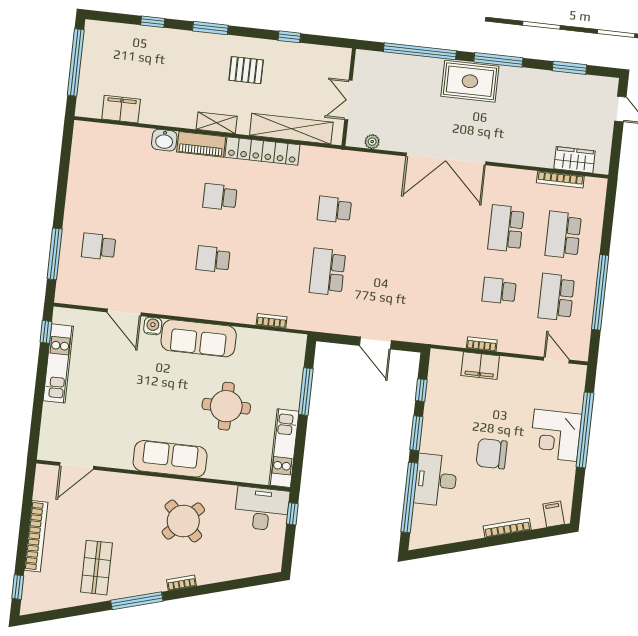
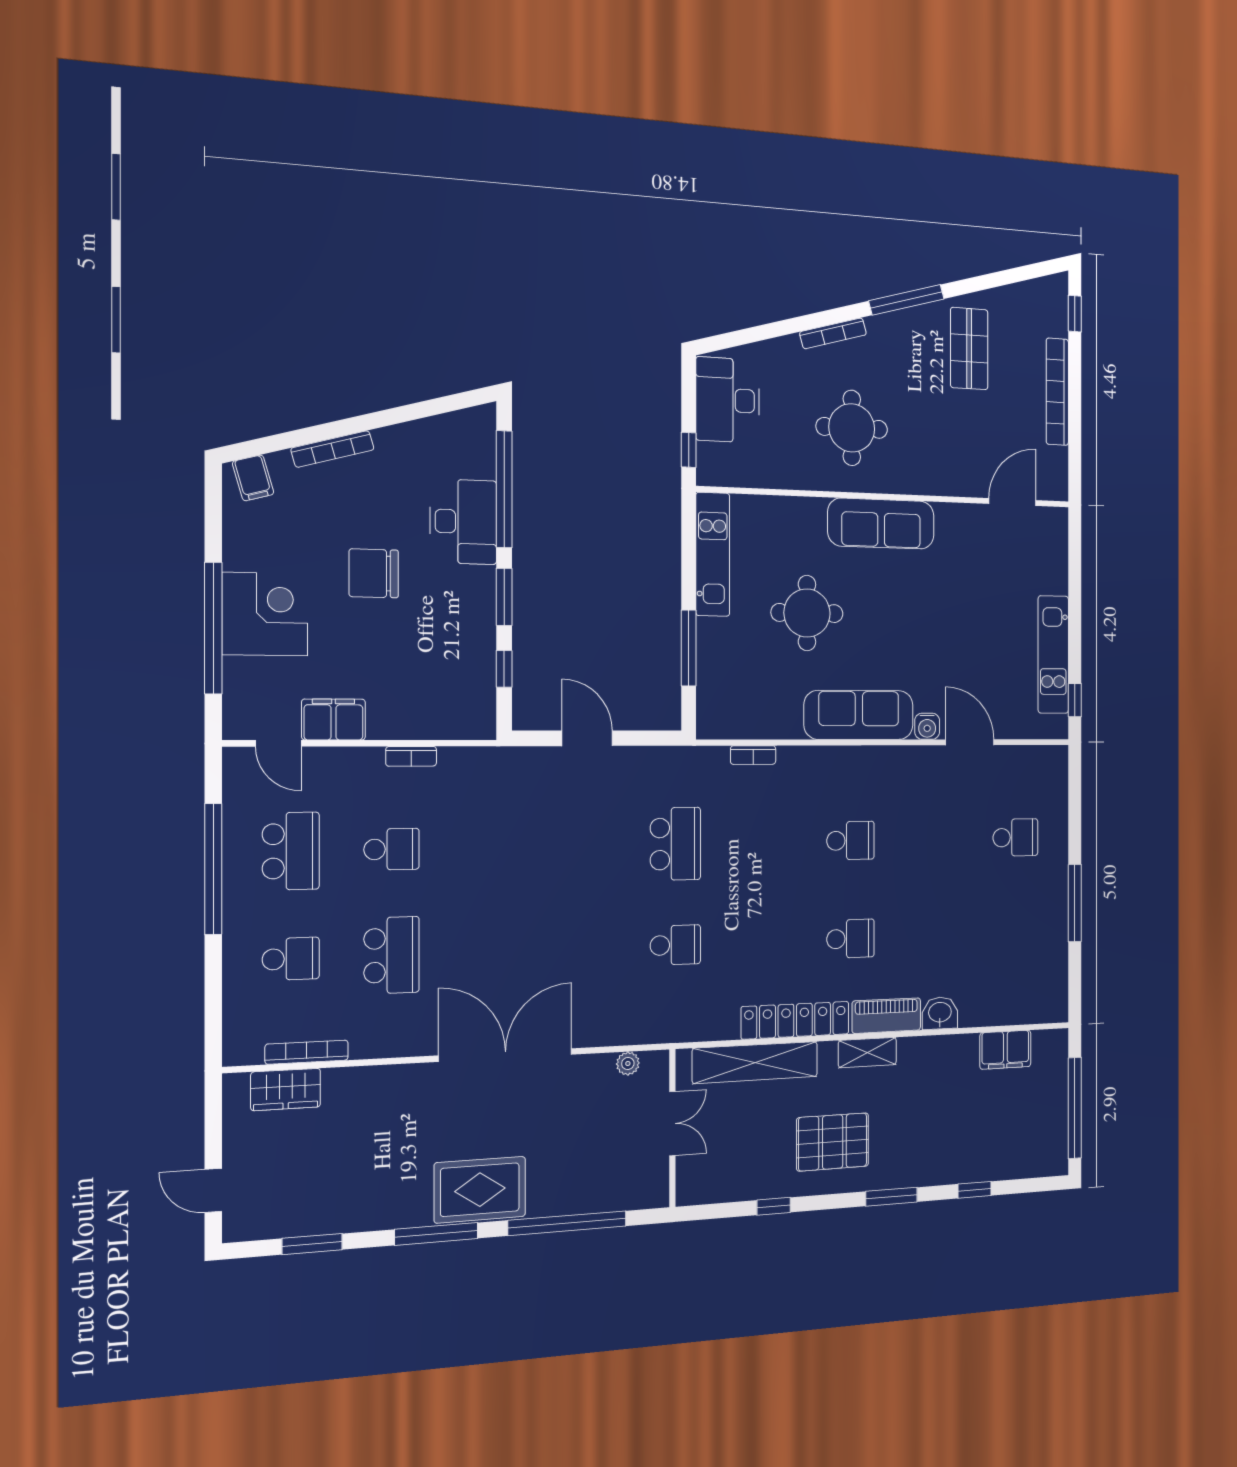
pallet: (246, 70) -> (833, 1142), width x1.50, depth x1.42
school desk: (563, 235) -> (291, 959), width x0.54
window: (55, 254) -> (1075, 903), moved
filing cabinet: (480, 366) -> (334, 720), moved
chair: (492, 454) -> (374, 573), turned 180
desk: (262, 509) -> (728, 400), moved, turned 90
round table: (183, 521) -> (852, 428), turned 45
bookcase: (181, 583) -> (833, 333), width x1.56

